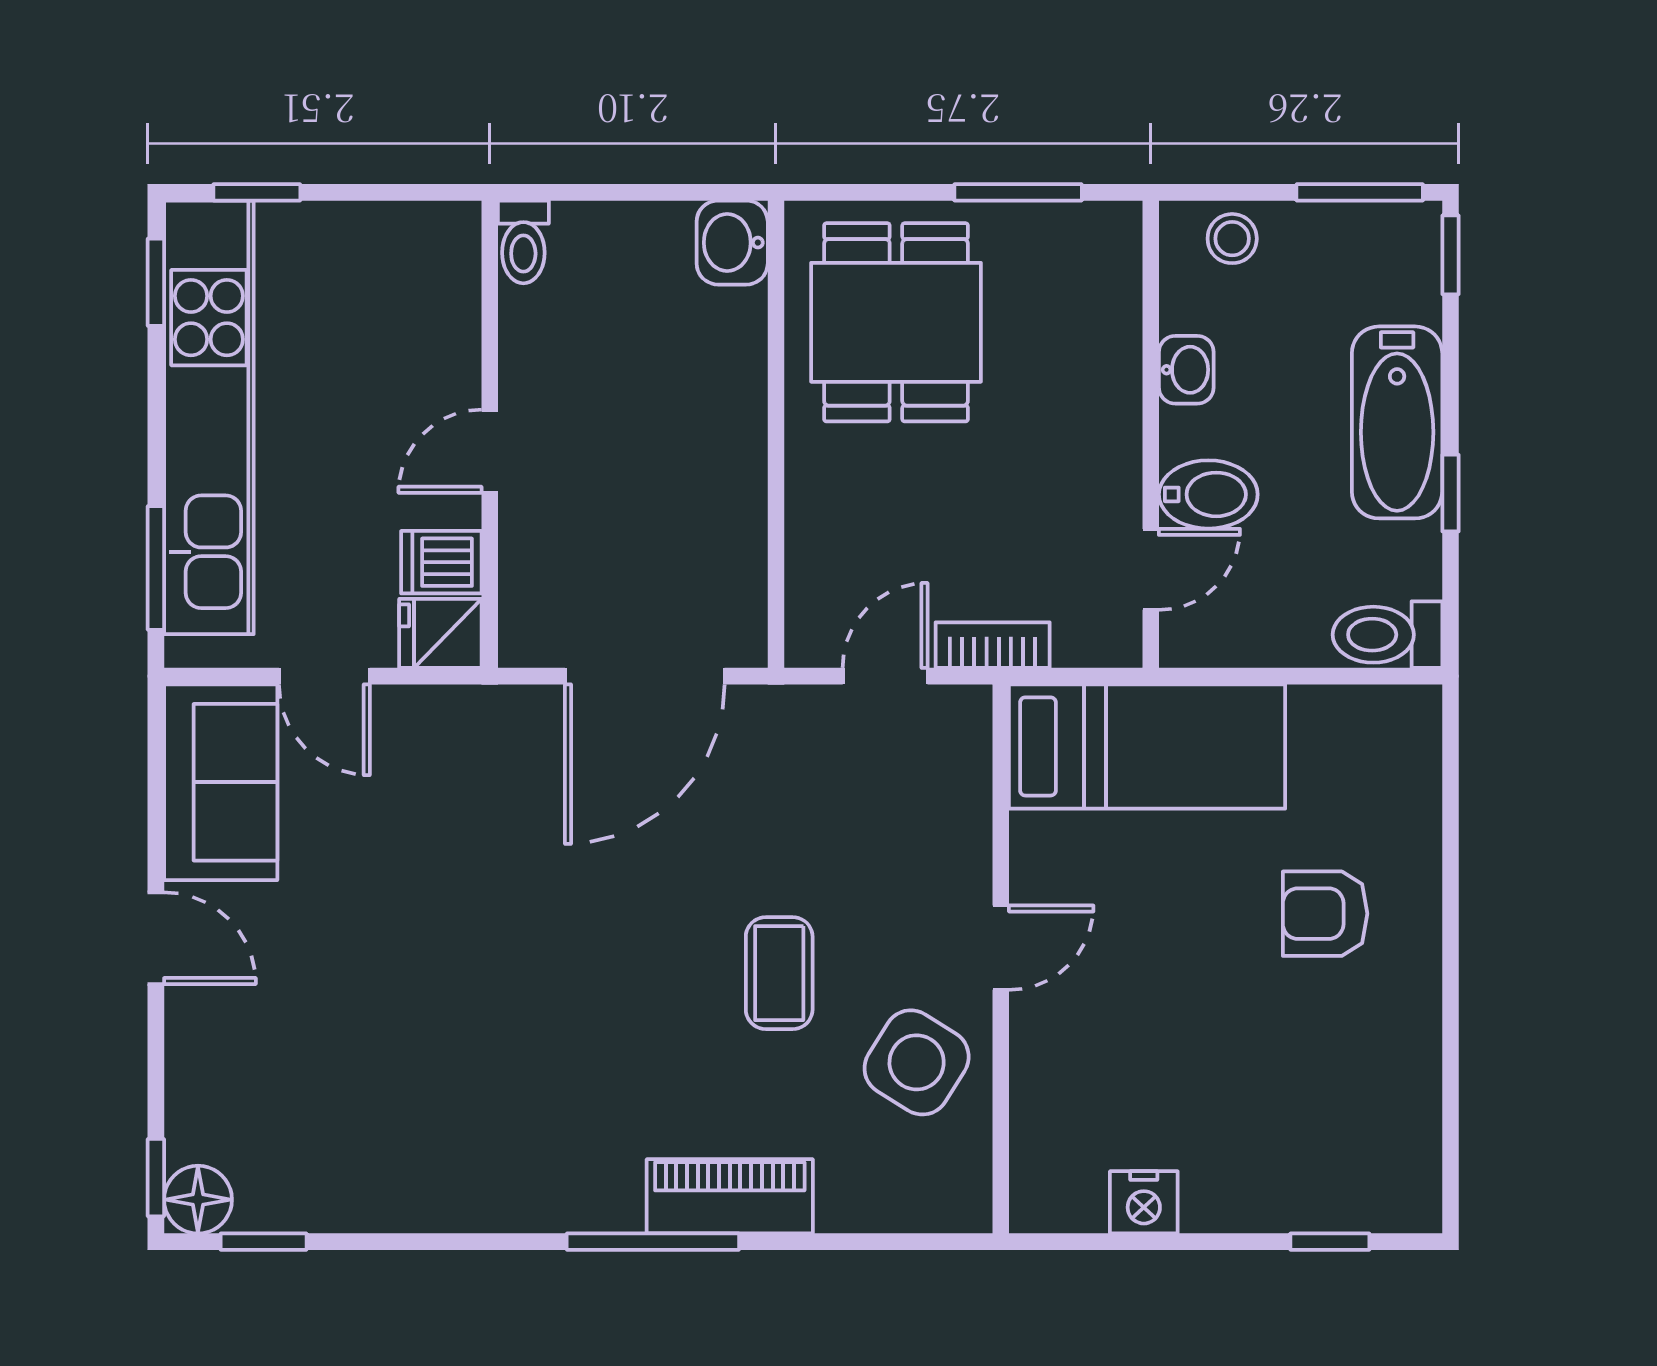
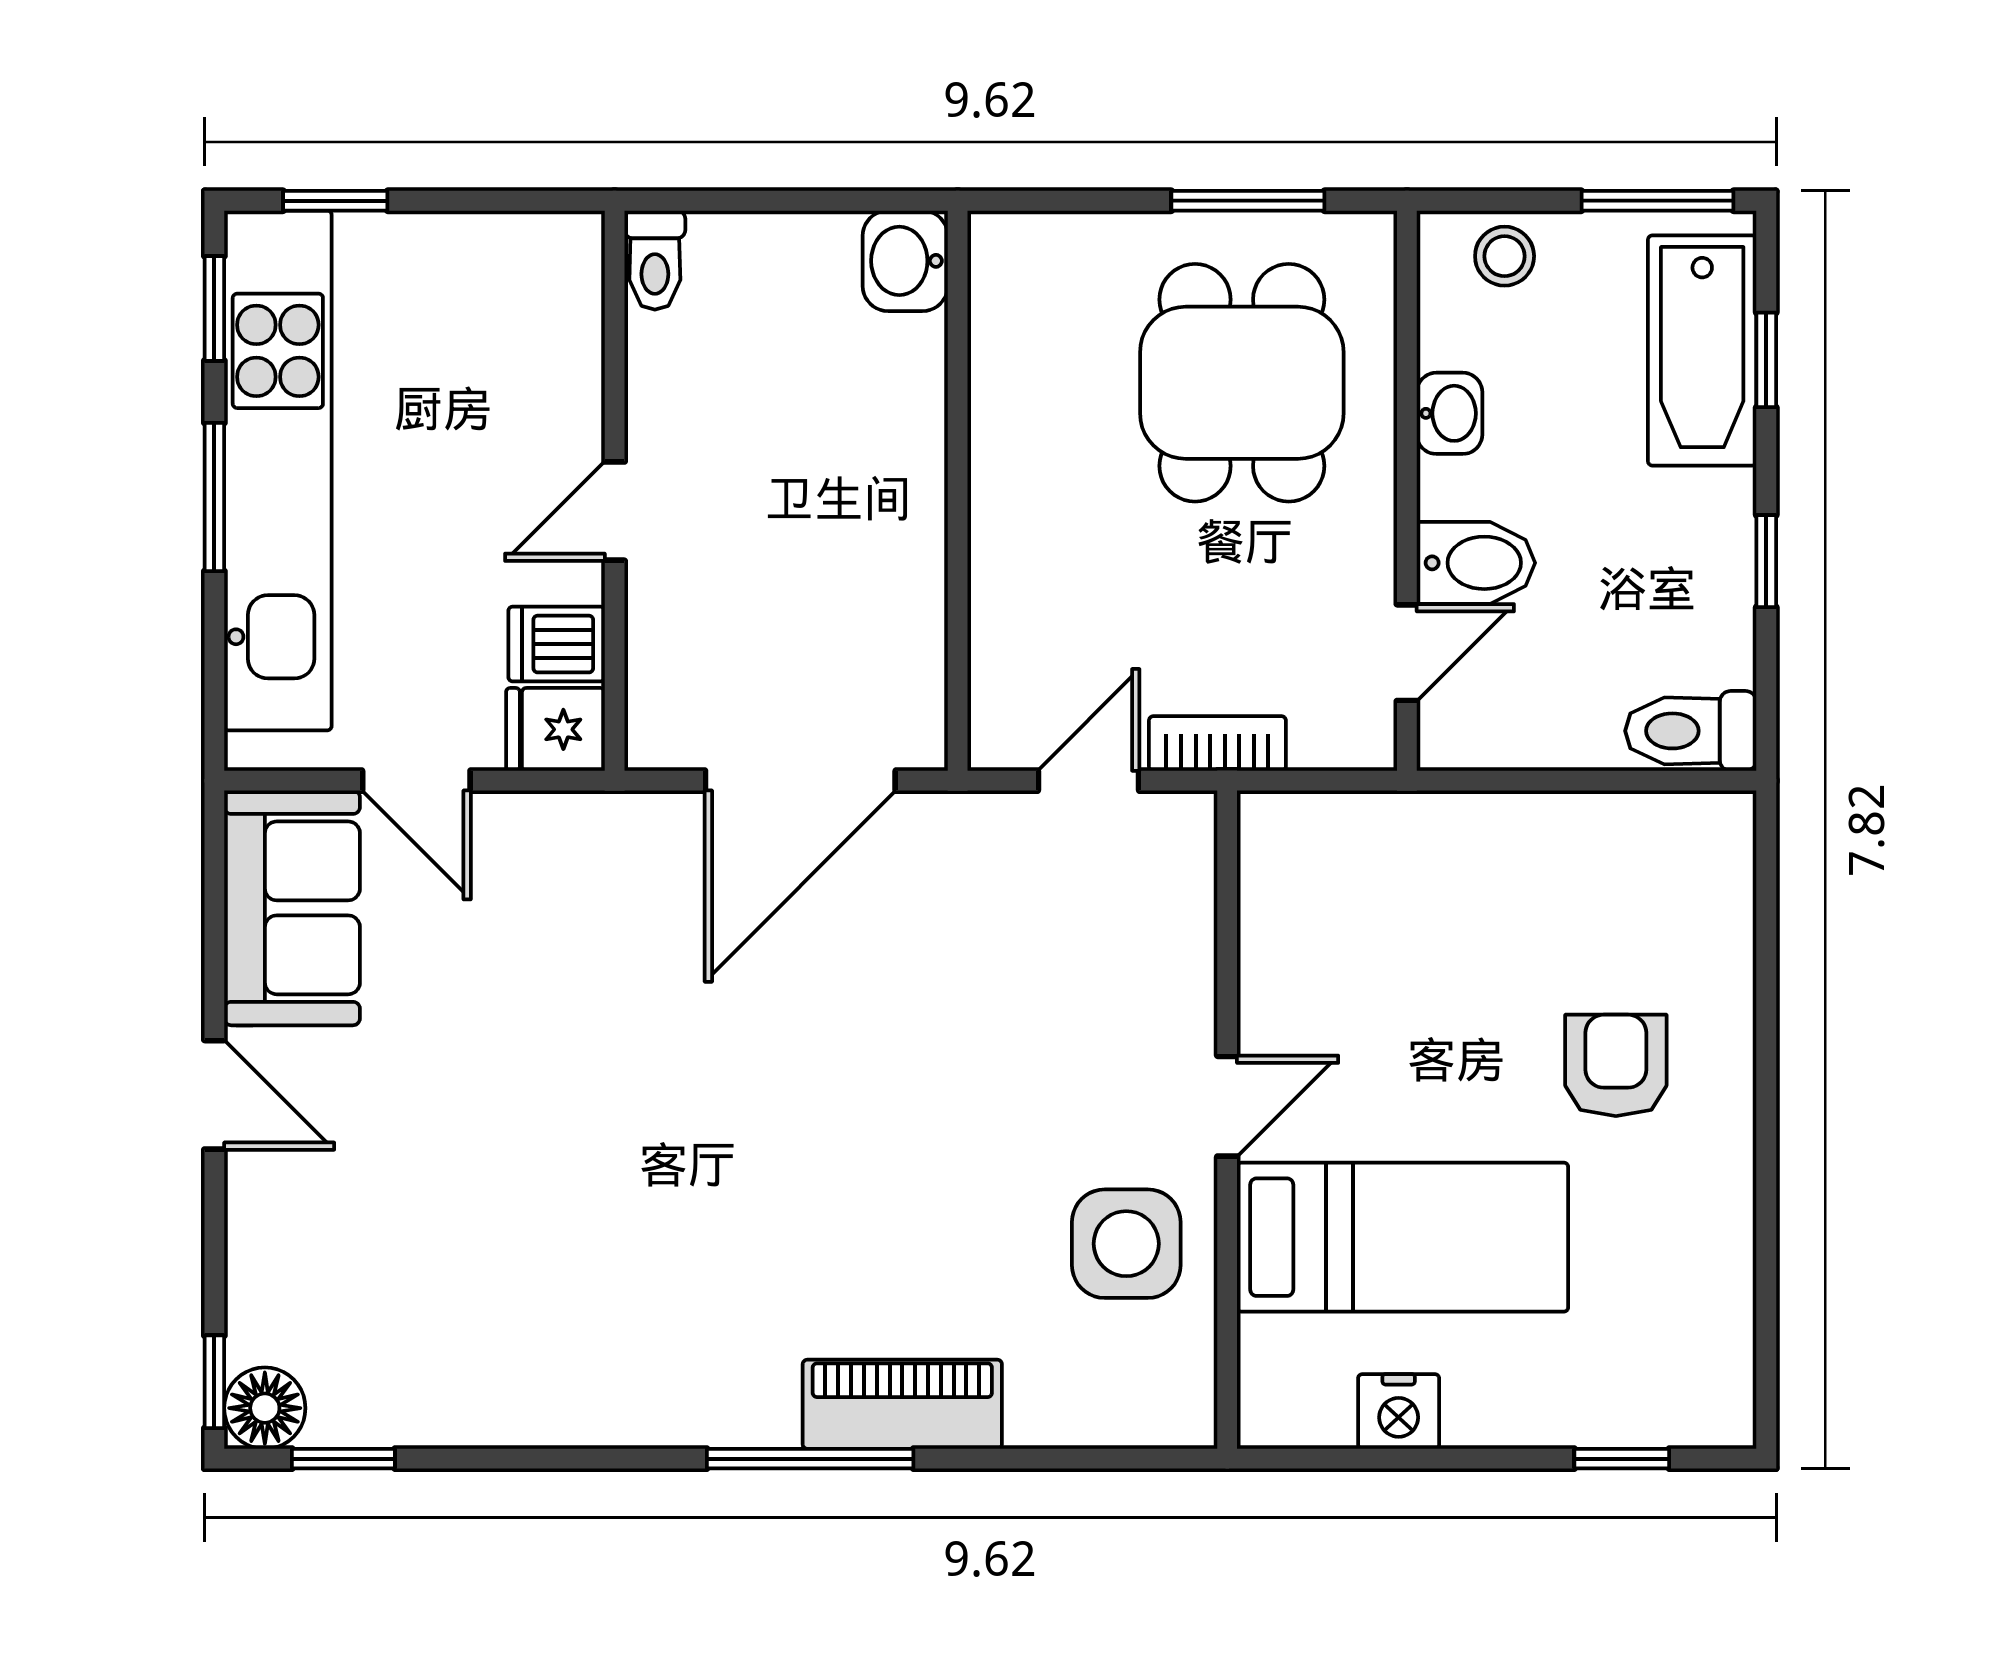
window: (1450, 255) -> (1766, 360), moved
dining table: (896, 322) -> (1242, 383), moved
bathtub: (1397, 422) -> (1702, 350), moved
window: (156, 568) -> (214, 497), moved
bed: (1147, 746) -> (1403, 1237), moved
armchair: (1325, 914) -> (1616, 1065), turned 90
coffee table: (779, 973) -> (962, 1137), removed
side table: (917, 1062) -> (1126, 1244), turned -32

